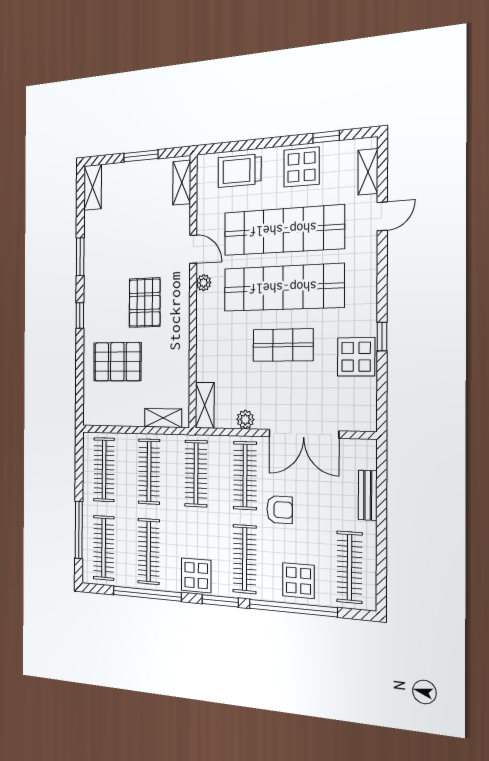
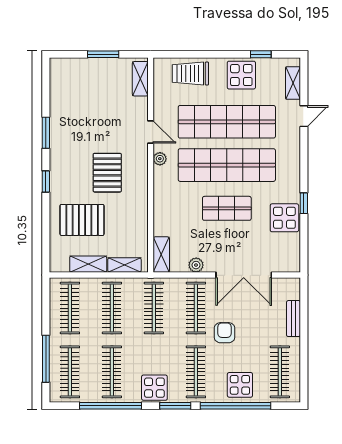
shelving: (93, 187) -> (88, 264), moved, turned 90
armchair: (280, 510) -> (225, 333), turned -90

